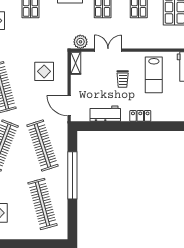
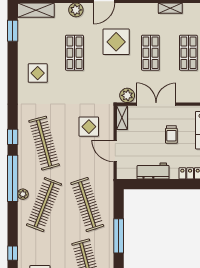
double door: (108, 50) -> (156, 104), width x1.37
door: (69, 106) -> (115, 151), moved
window: (72, 175) -> (119, 236), width x0.68

